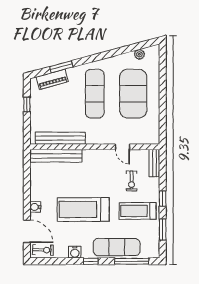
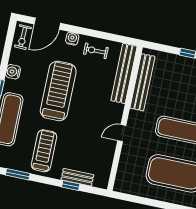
door: (123, 147) -> (122, 133), moved
bench: (154, 163) -> (77, 177), moved
exercise bike: (132, 181) -> (96, 51), moved
window: (163, 199) -> (71, 185), moved

